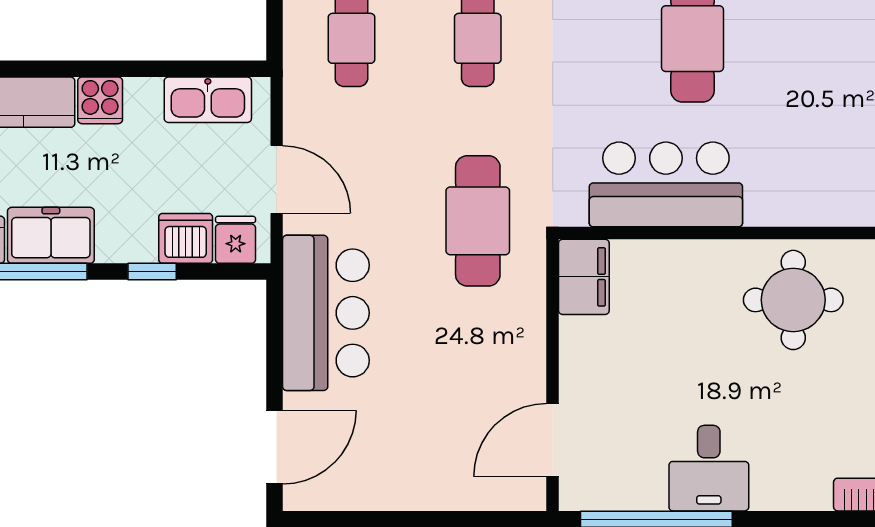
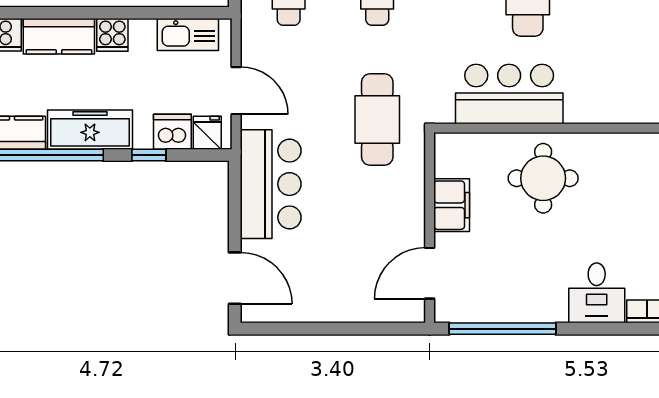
freezer: (51, 235) -> (90, 130), width x1.40
filing cabinet: (584, 277) -> (452, 205), moved
round table: (793, 300) -> (543, 178), moved
door: (275, 447) -> (235, 278), hinge flipped
desk: (709, 468) -> (597, 293), moved

